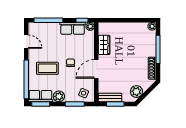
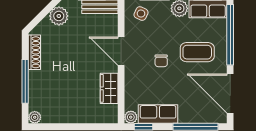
door: (26, 42) -> (230, 94), width x1.87
door: (96, 69) -> (121, 51), swing flipped

